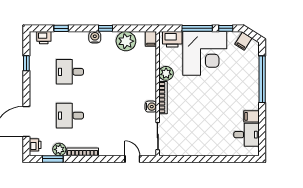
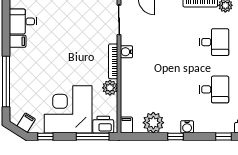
window: (197, 28) -> (93, 136), moved

